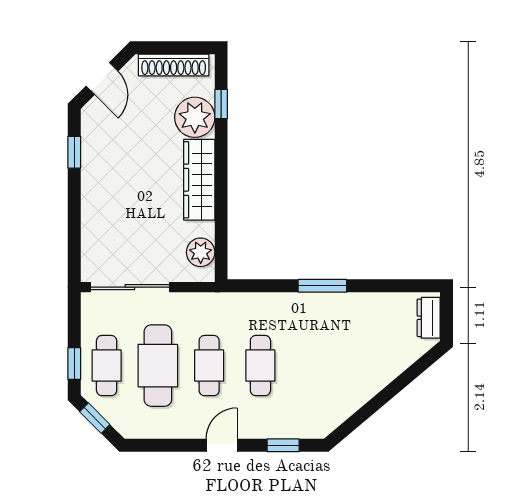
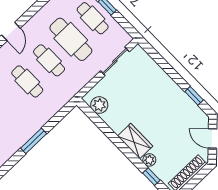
plant: (195, 117) -> (149, 160), width x0.53, depth x0.53
wardrobe: (199, 180) -> (135, 141), width x0.67
sliding door: (130, 287) -> (115, 61), width x0.73

